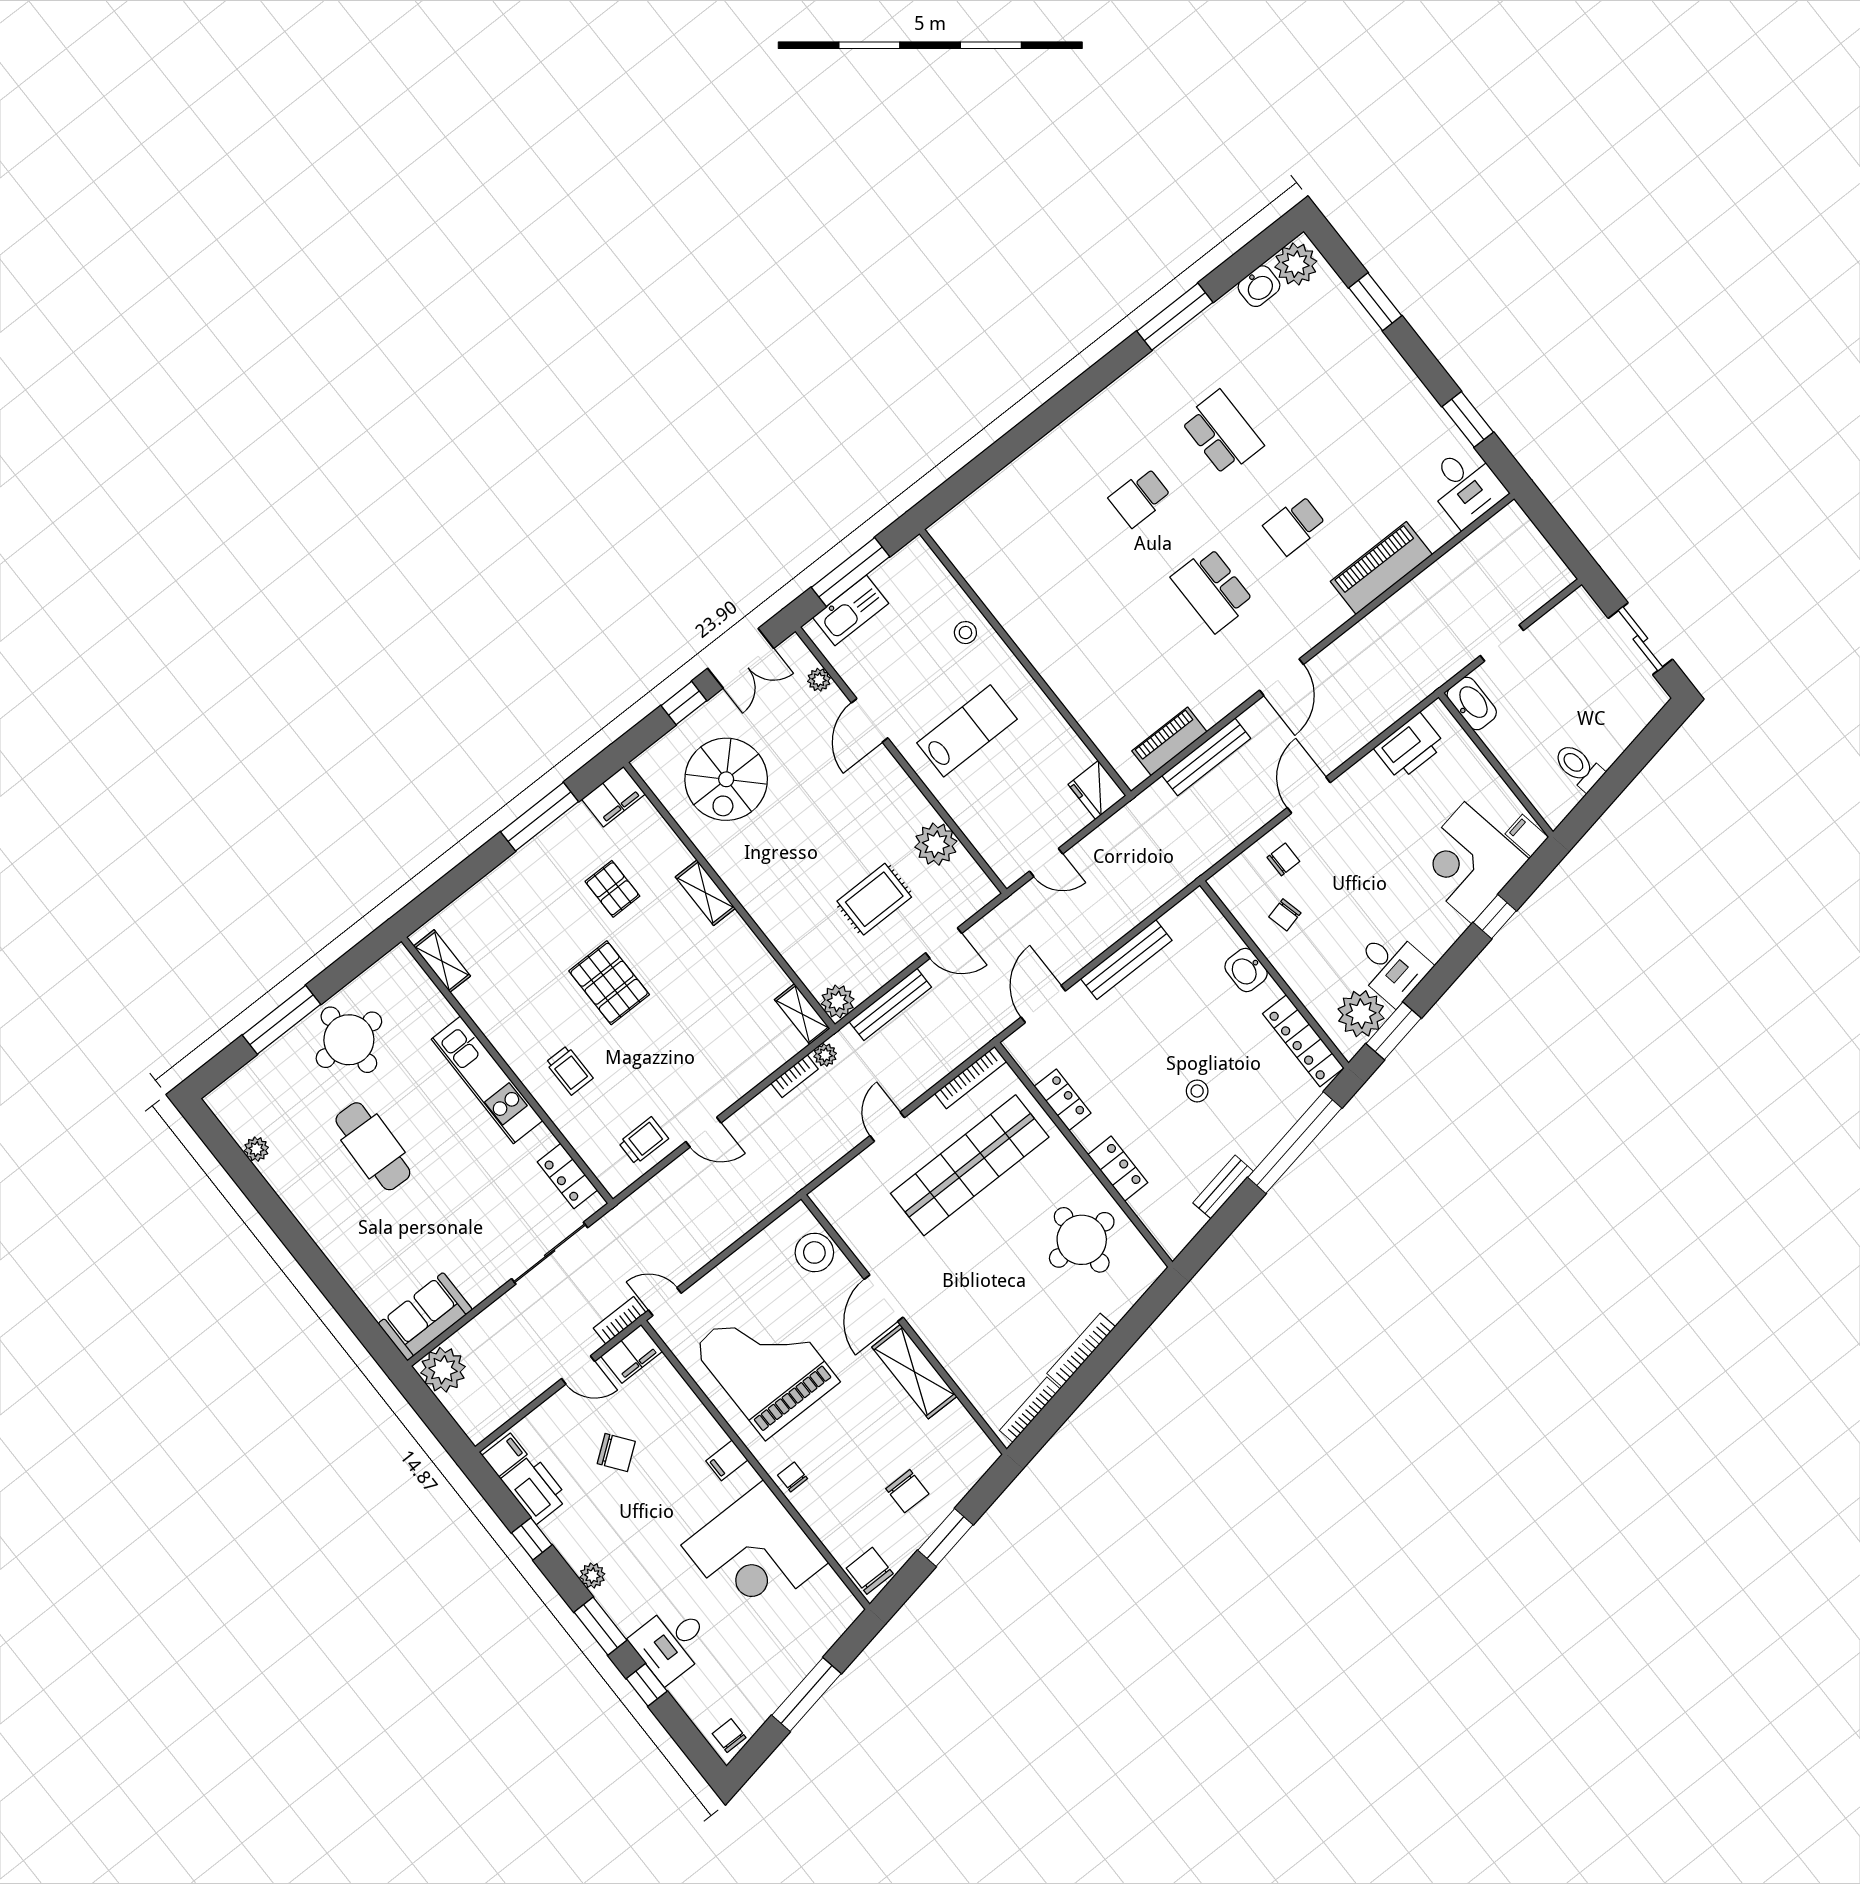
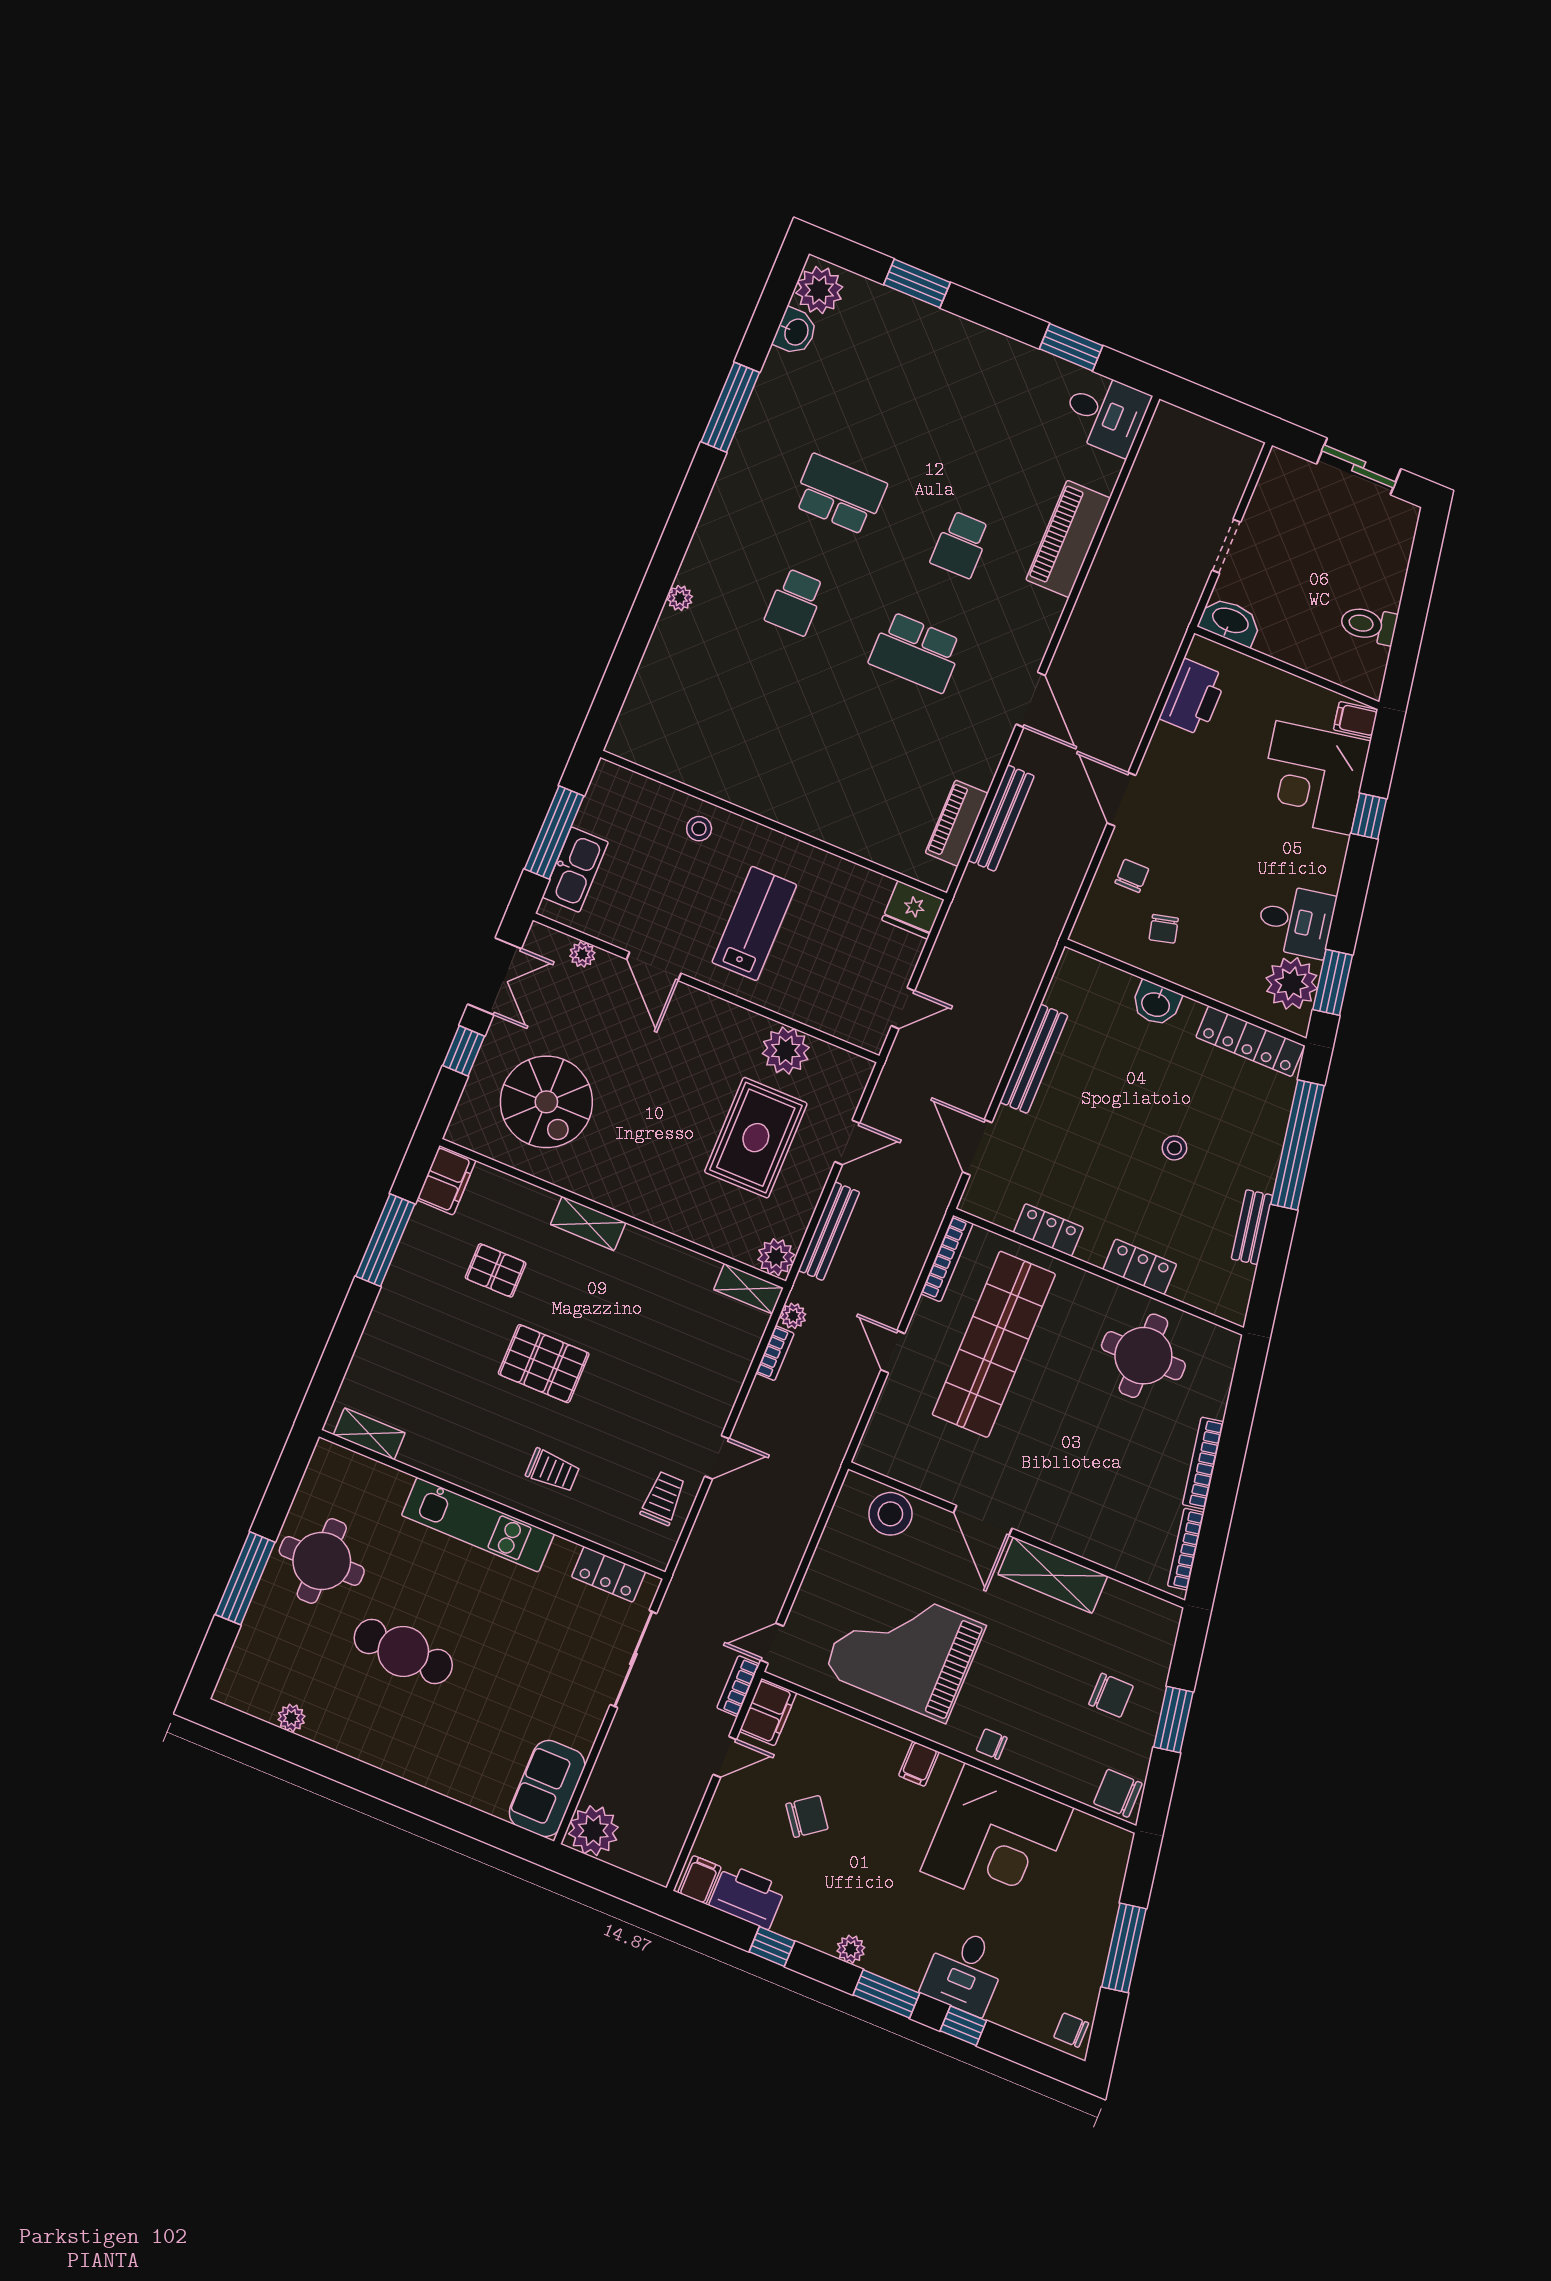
plant: (1052, 444) -> (680, 598), added
rug: (874, 899) -> (756, 1138), width x1.36, depth x1.43

